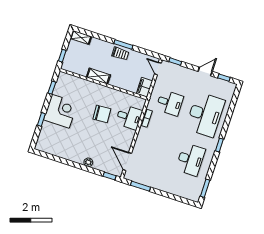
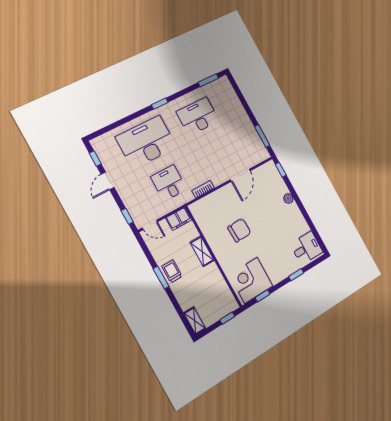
door: (158, 69) -> (150, 225), hinge flipped
door: (205, 71) -> (108, 181), hinge flipped
shelving: (98, 76) -> (202, 251), moved
corner desk: (61, 111) -> (251, 280), moved
chair: (102, 114) -> (239, 230), turned 92
desk: (129, 117) -> (306, 248), moved, turned 90
door: (127, 162) -> (240, 175), moved

